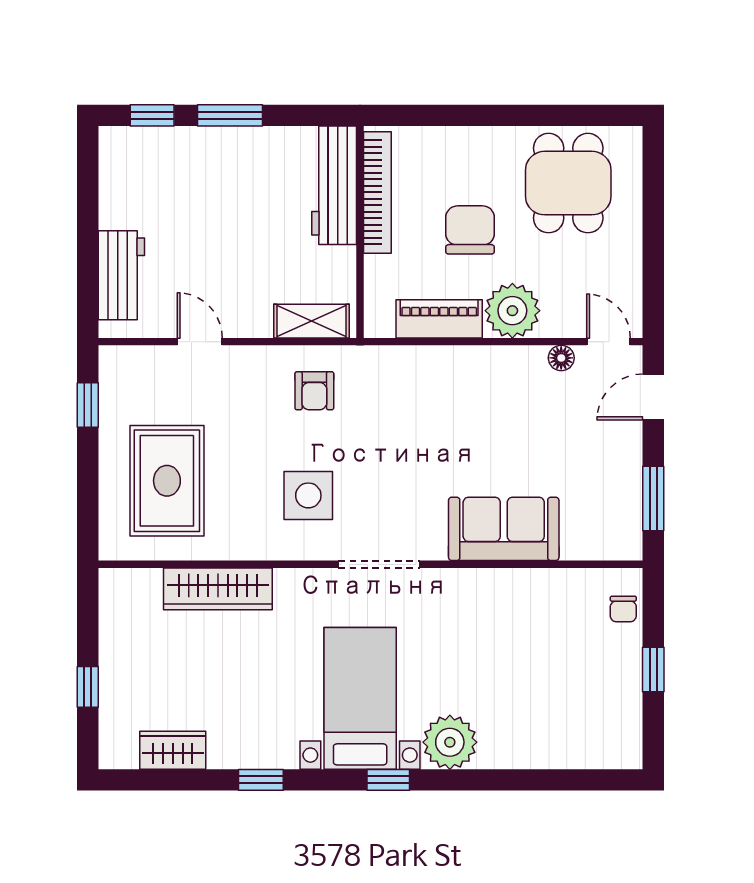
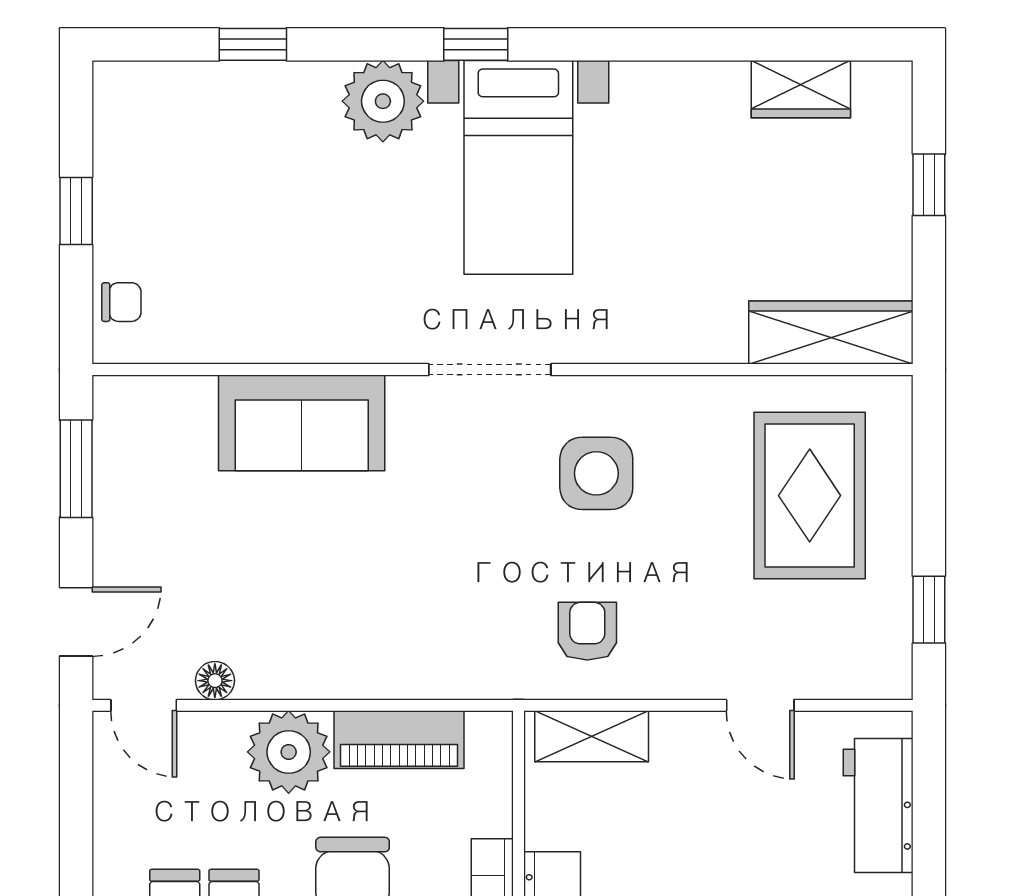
wardrobe: (218, 589) -> (831, 333), moved
chair: (623, 609) -> (121, 302), turned 90
window: (261, 780) -> (253, 44), moved

